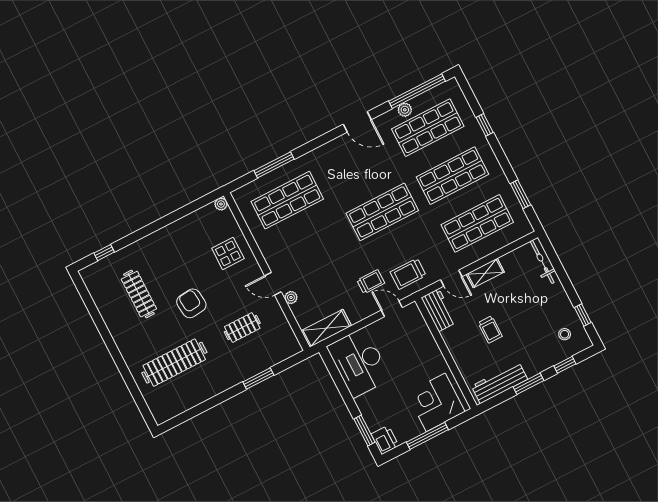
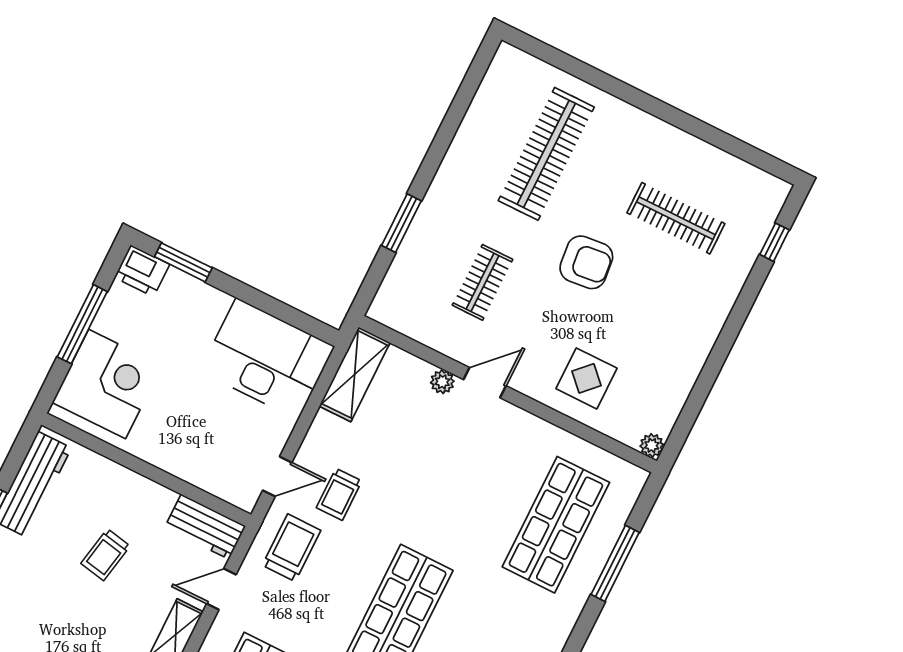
trolley: (490, 329) -> (106, 555), turned -79

